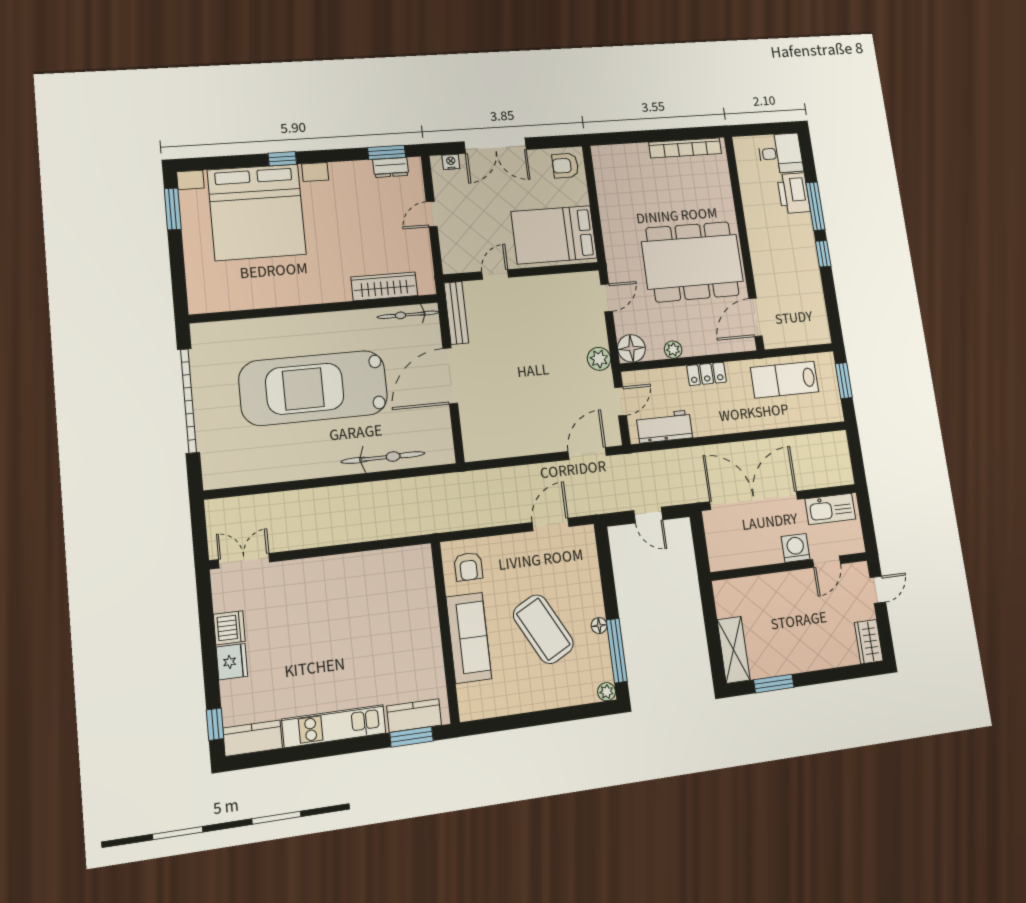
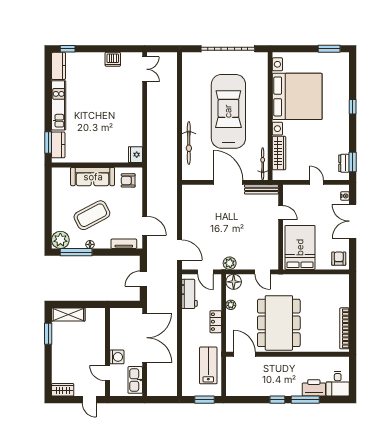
bed with nightstands: (257, 212) -> (297, 96), moved, turned 180
tv unit: (589, 560) -> (124, 244), added
fridge: (232, 662) -> (135, 155), moved, turned 90
plant: (607, 692) -> (60, 240), width x1.88, depth x1.88

